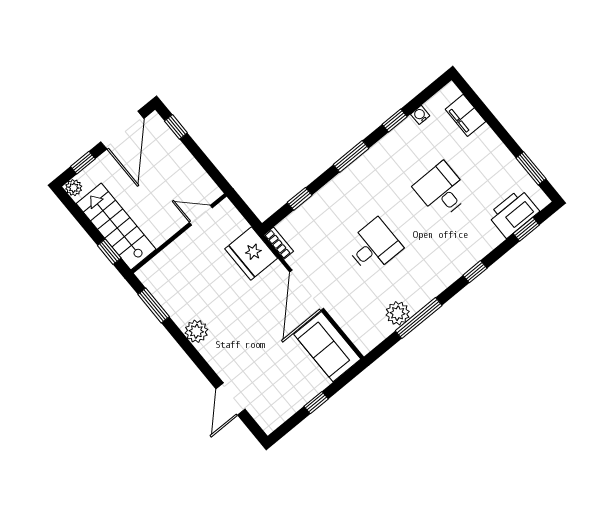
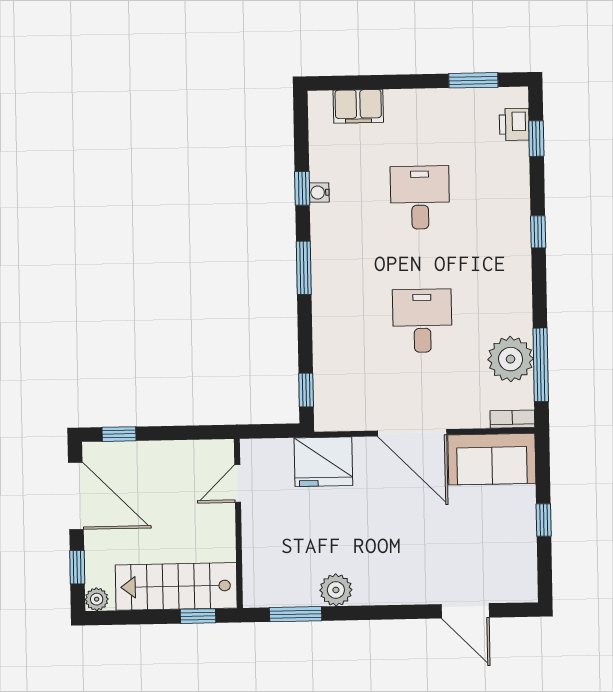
water cooler: (420, 115) -> (319, 192), moved
desk: (442, 190) -> (420, 198), turned 90
window: (300, 199) -> (306, 390), moved
printer: (514, 213) -> (514, 124), width x0.53, depth x0.68
bookcase: (279, 243) -> (512, 419), moved
plant: (398, 313) -> (511, 359), width x1.36, depth x1.36
window: (419, 318) -> (541, 365), moved
plant: (196, 331) -> (336, 590), moved

